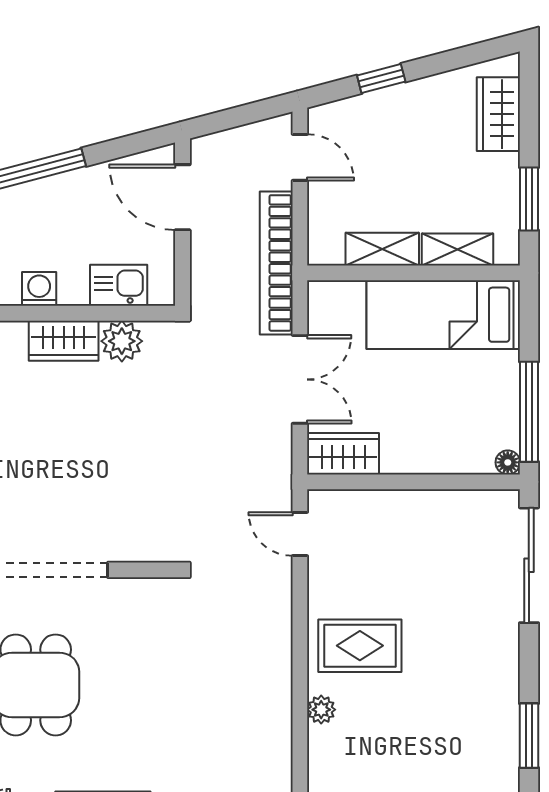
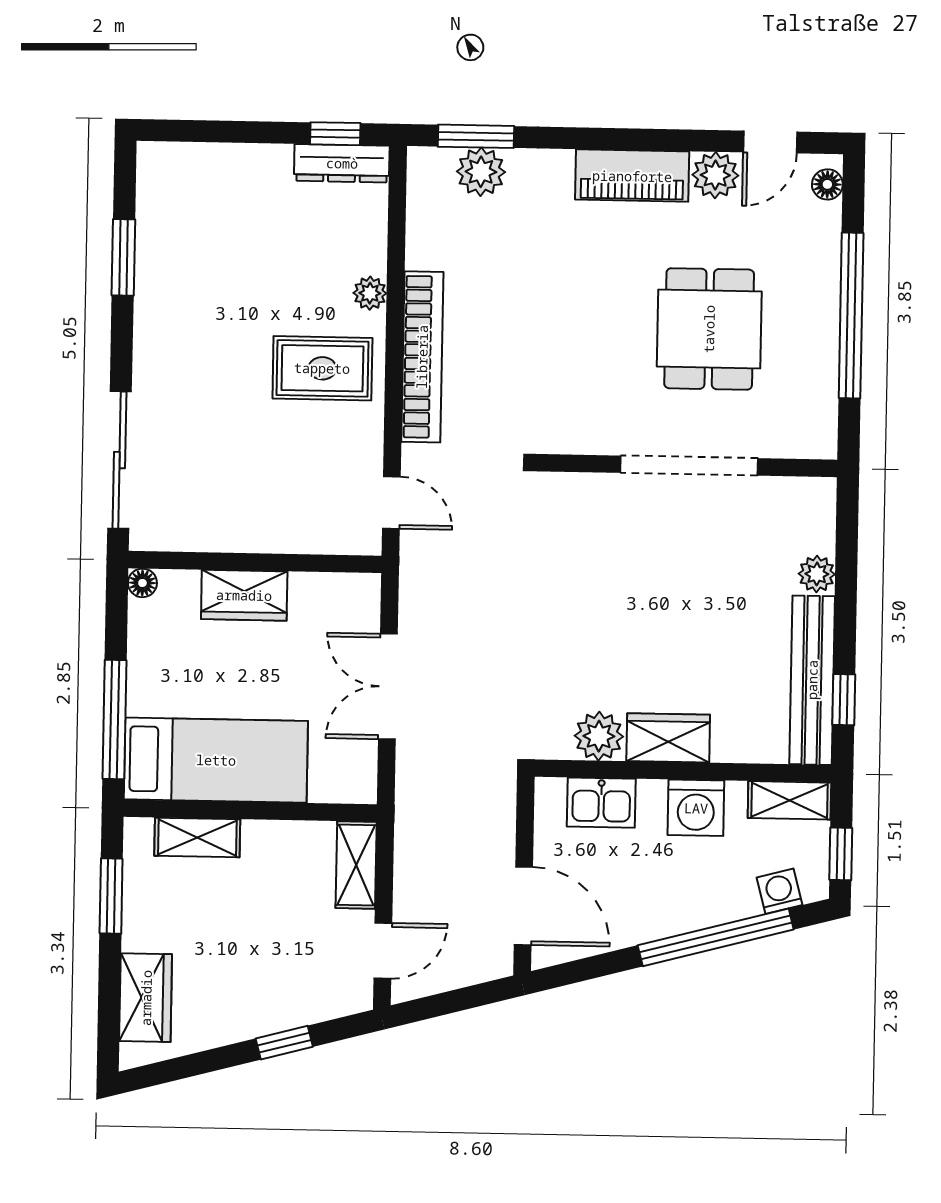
door: (300, 157) -> (383, 951), swing flipped
shelving: (382, 249) -> (356, 865), moved, turned 90
bookcase: (276, 263) -> (422, 357), moved
washing machine: (39, 289) -> (696, 808), width x1.38, depth x1.38
window: (529, 412) -> (114, 720), moved
wardrobe: (343, 454) -> (244, 595), moved

